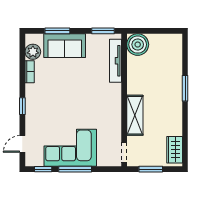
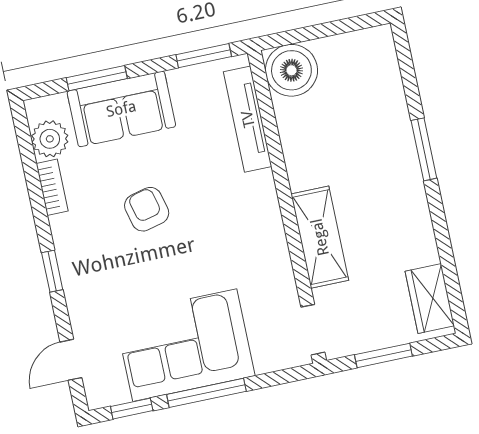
armchair: (66, 89) -> (147, 209), added

